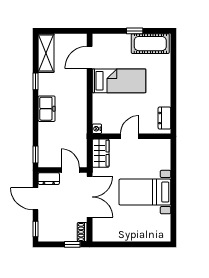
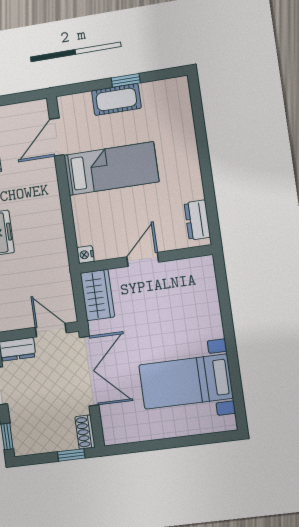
cot: (150, 44) -> (116, 99), moved, width x0.73, depth x0.75
bed with nightstands: (145, 192) -> (186, 382), moved

